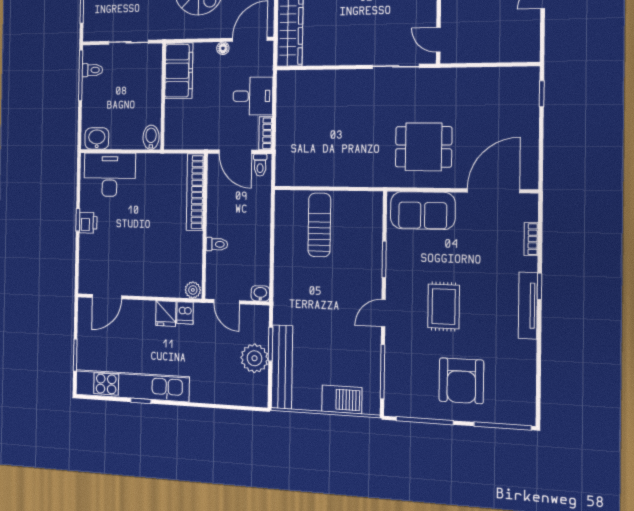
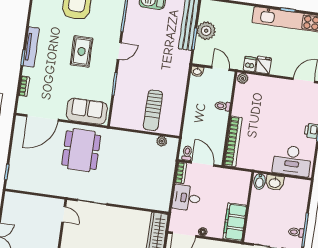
washbasin: (97, 138) -> (275, 183), moved
dining table: (424, 147) -> (81, 150), width x1.37
plant: (300, 178) -> (162, 141), added

